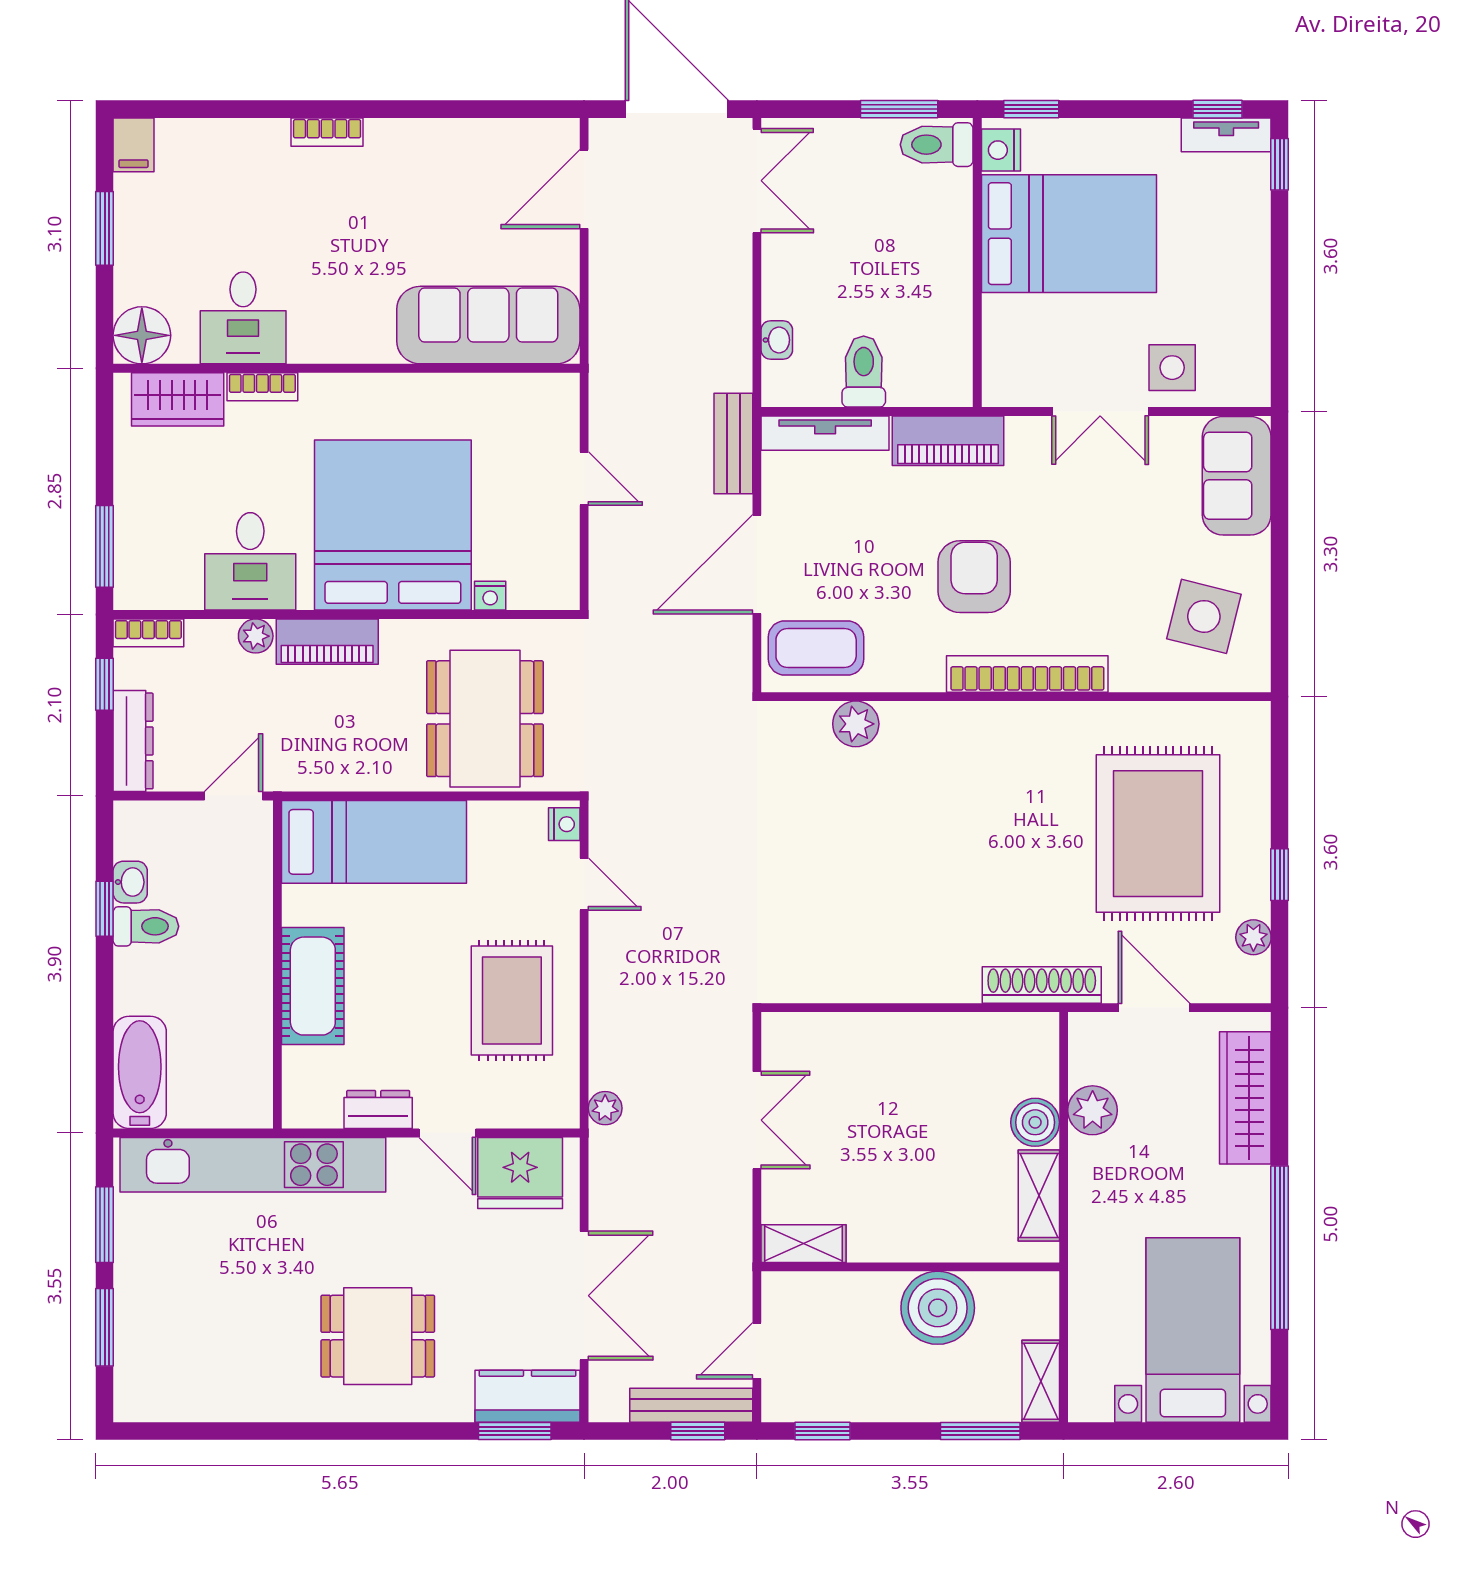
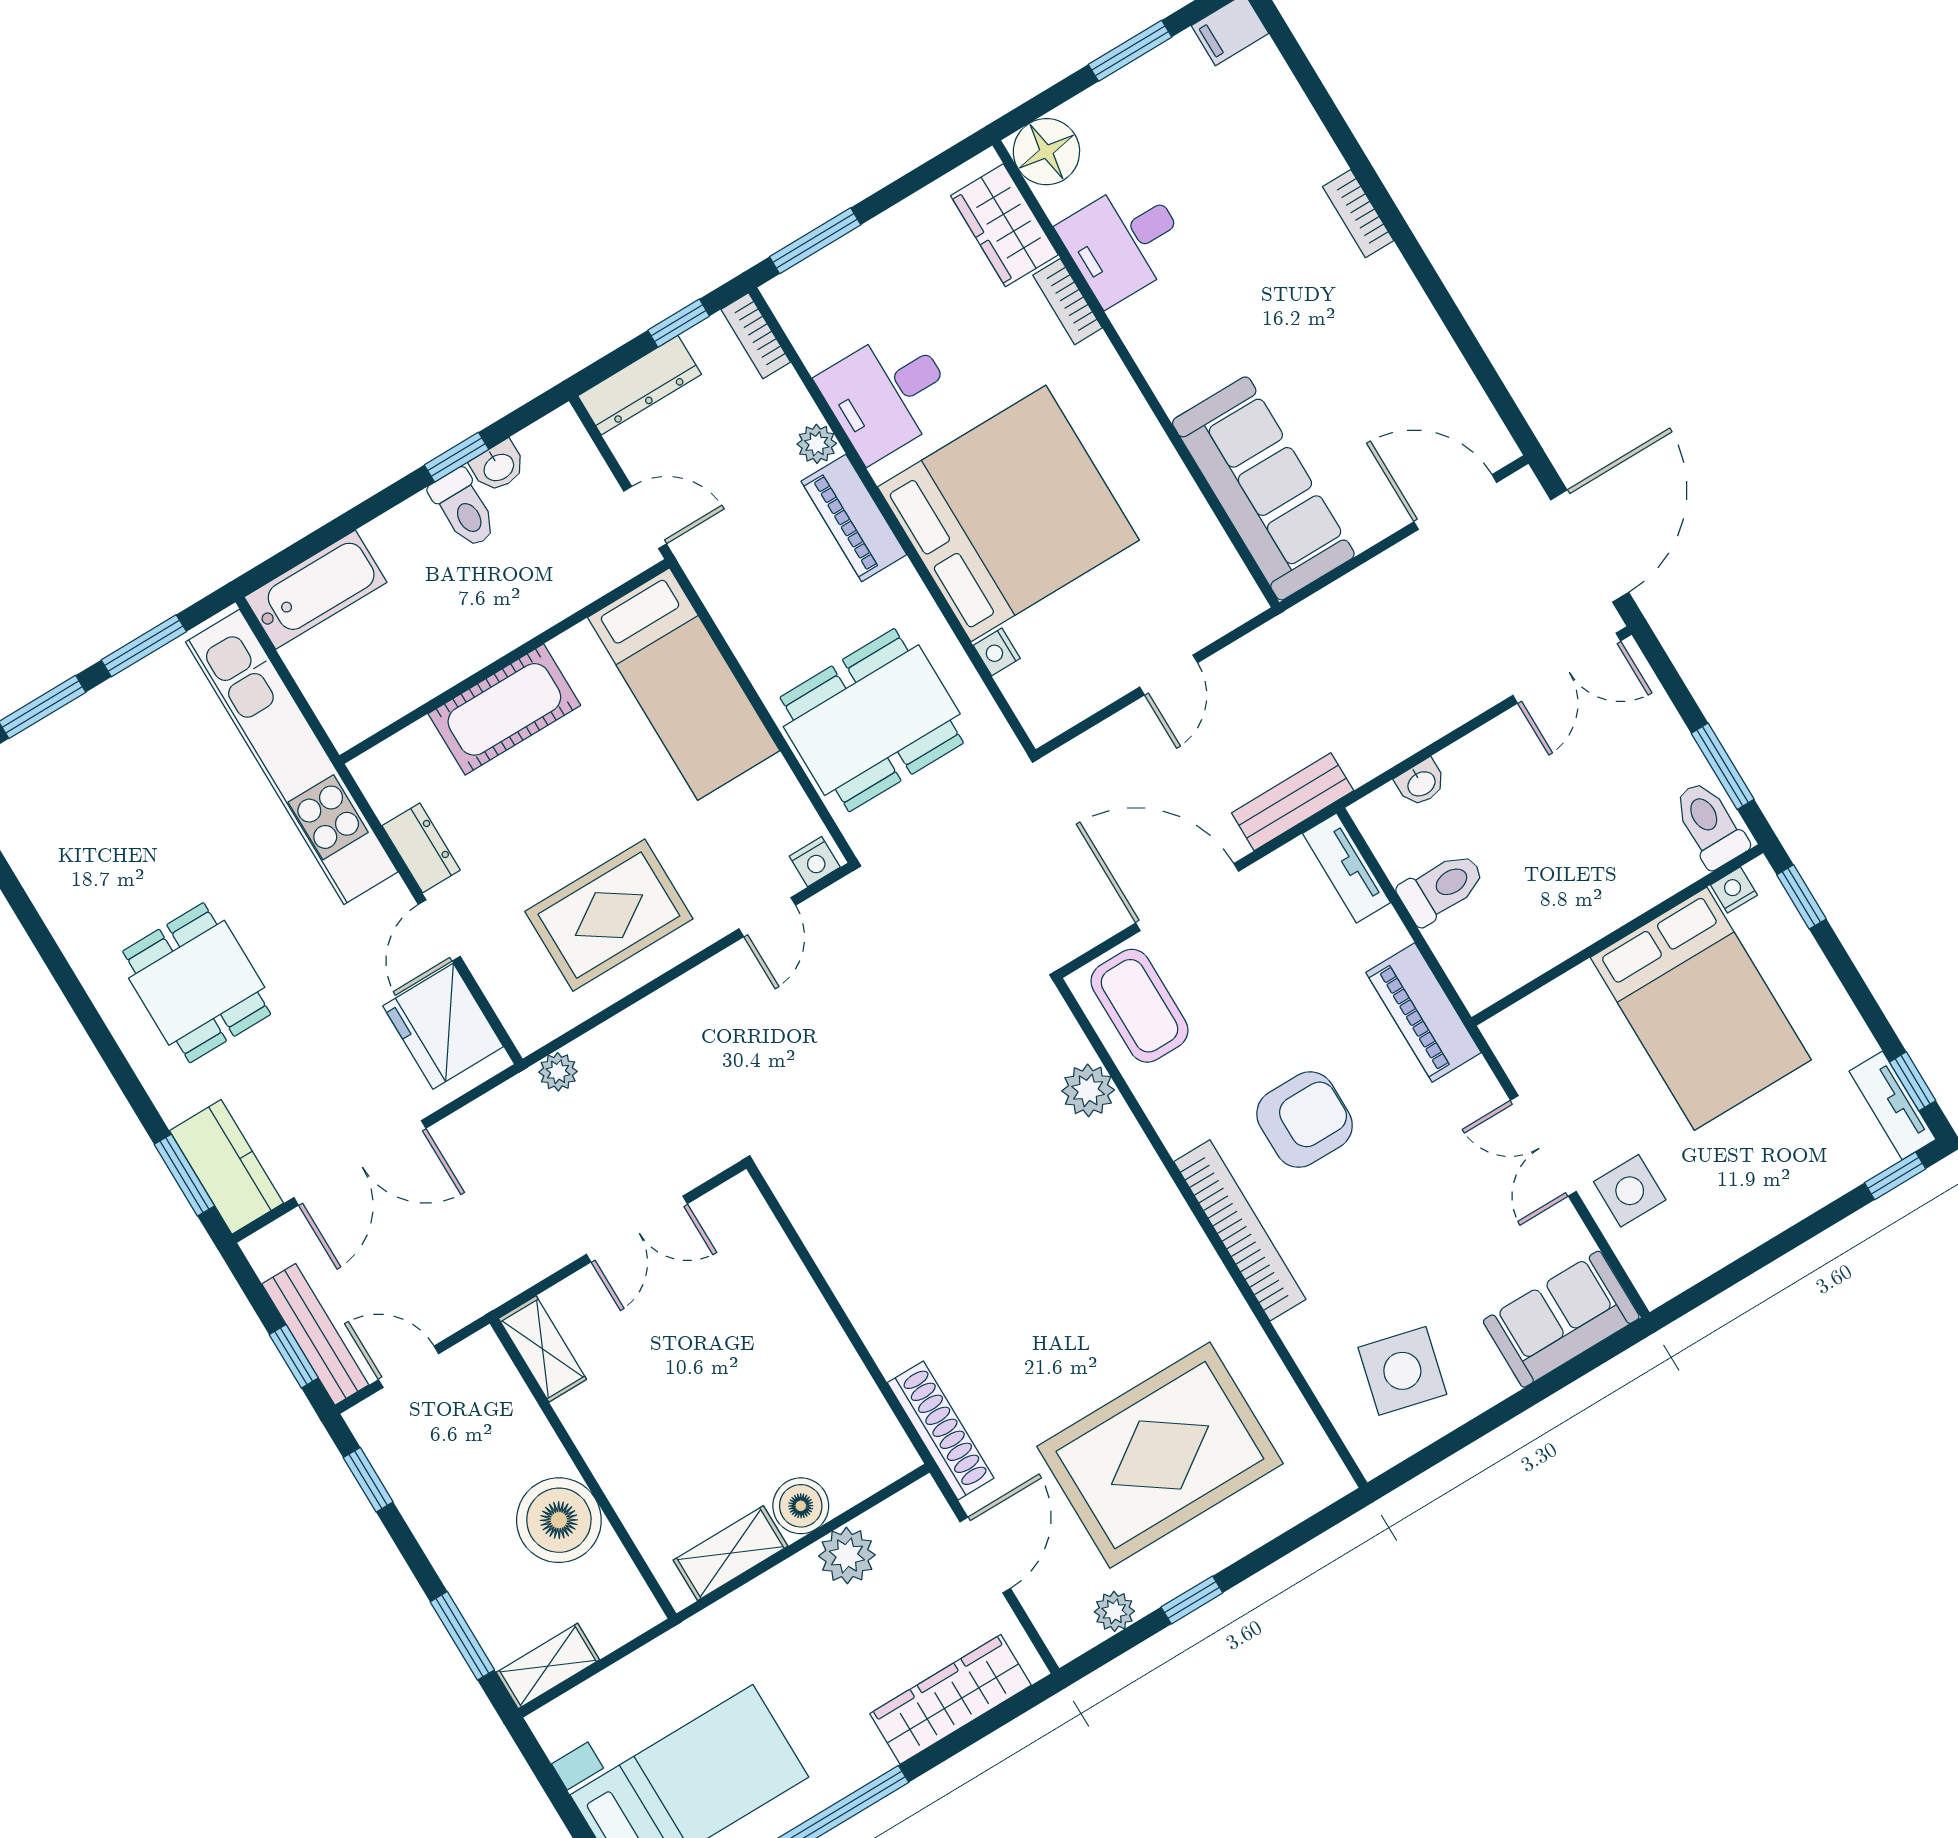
nightstand: (1001, 150) -> (1734, 890), width x0.72, depth x0.74
tv unit: (825, 433) -> (1346, 868), width x0.71

